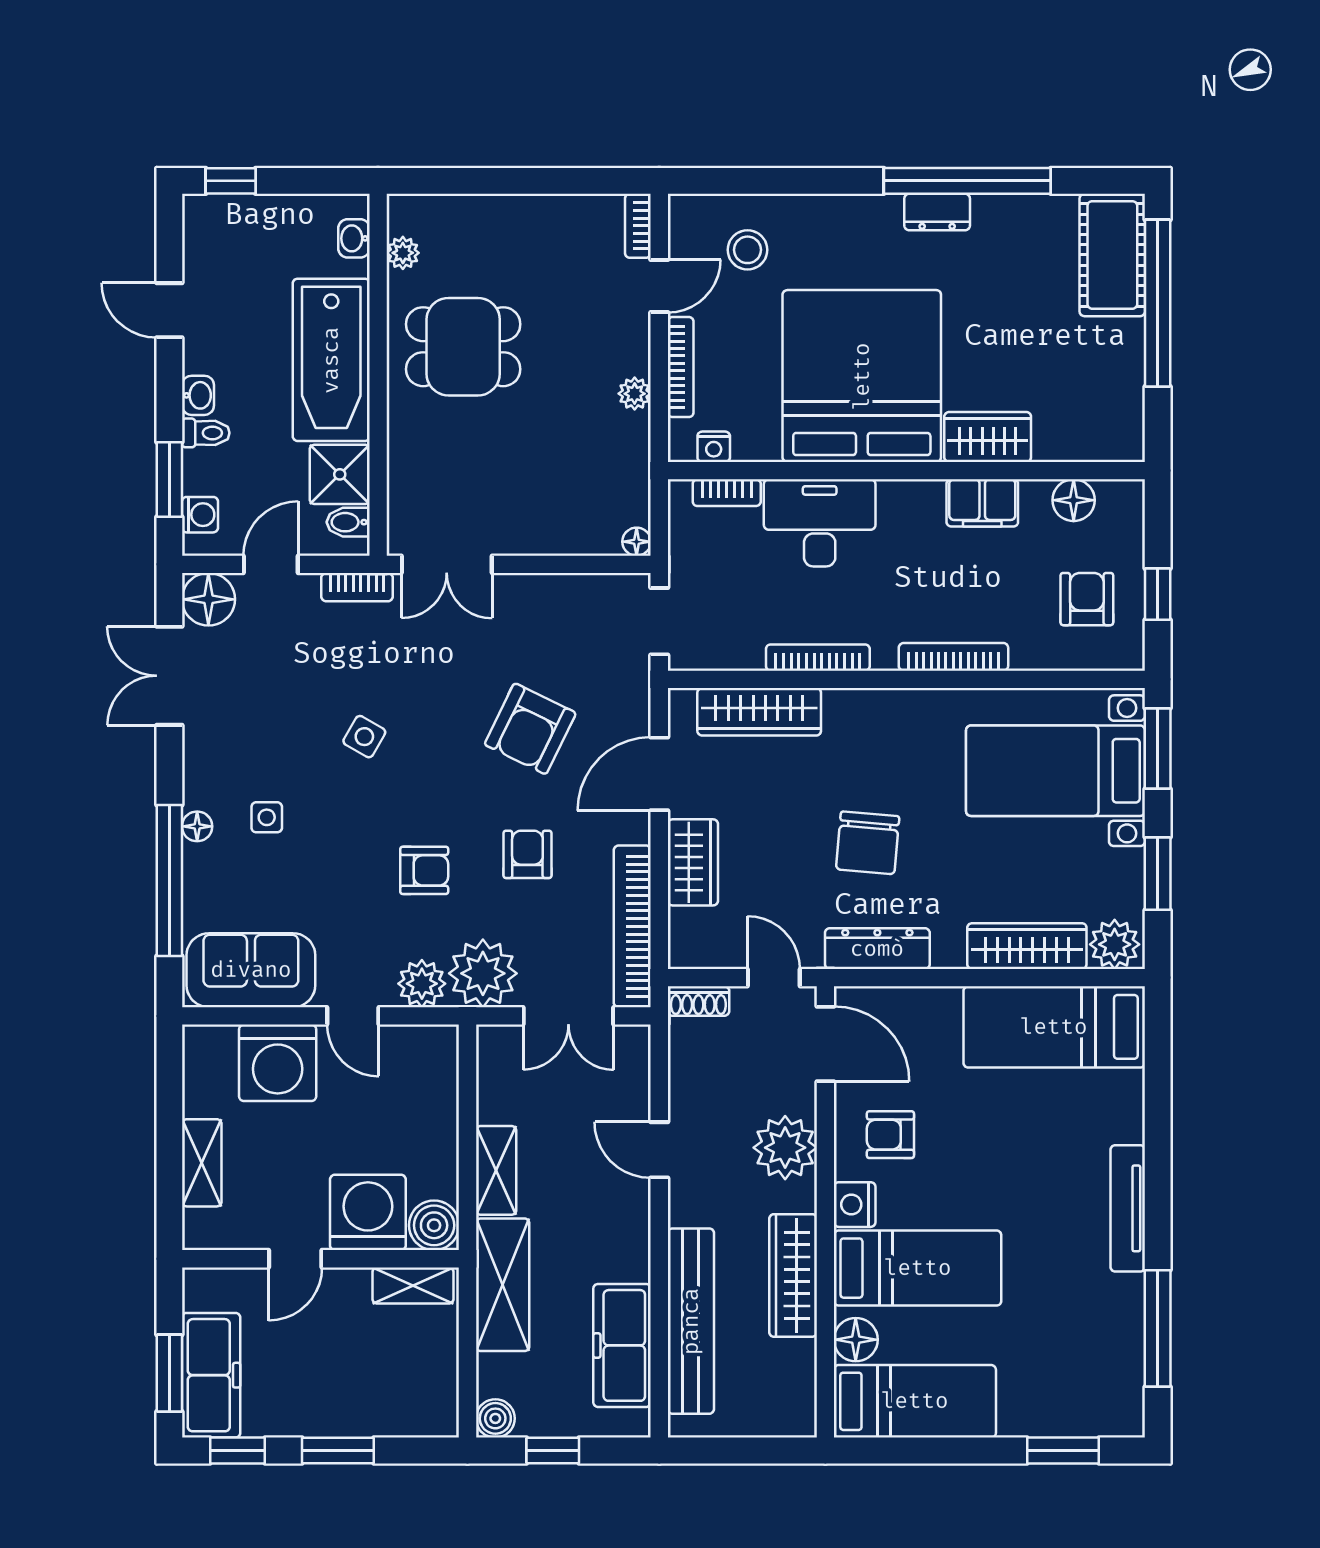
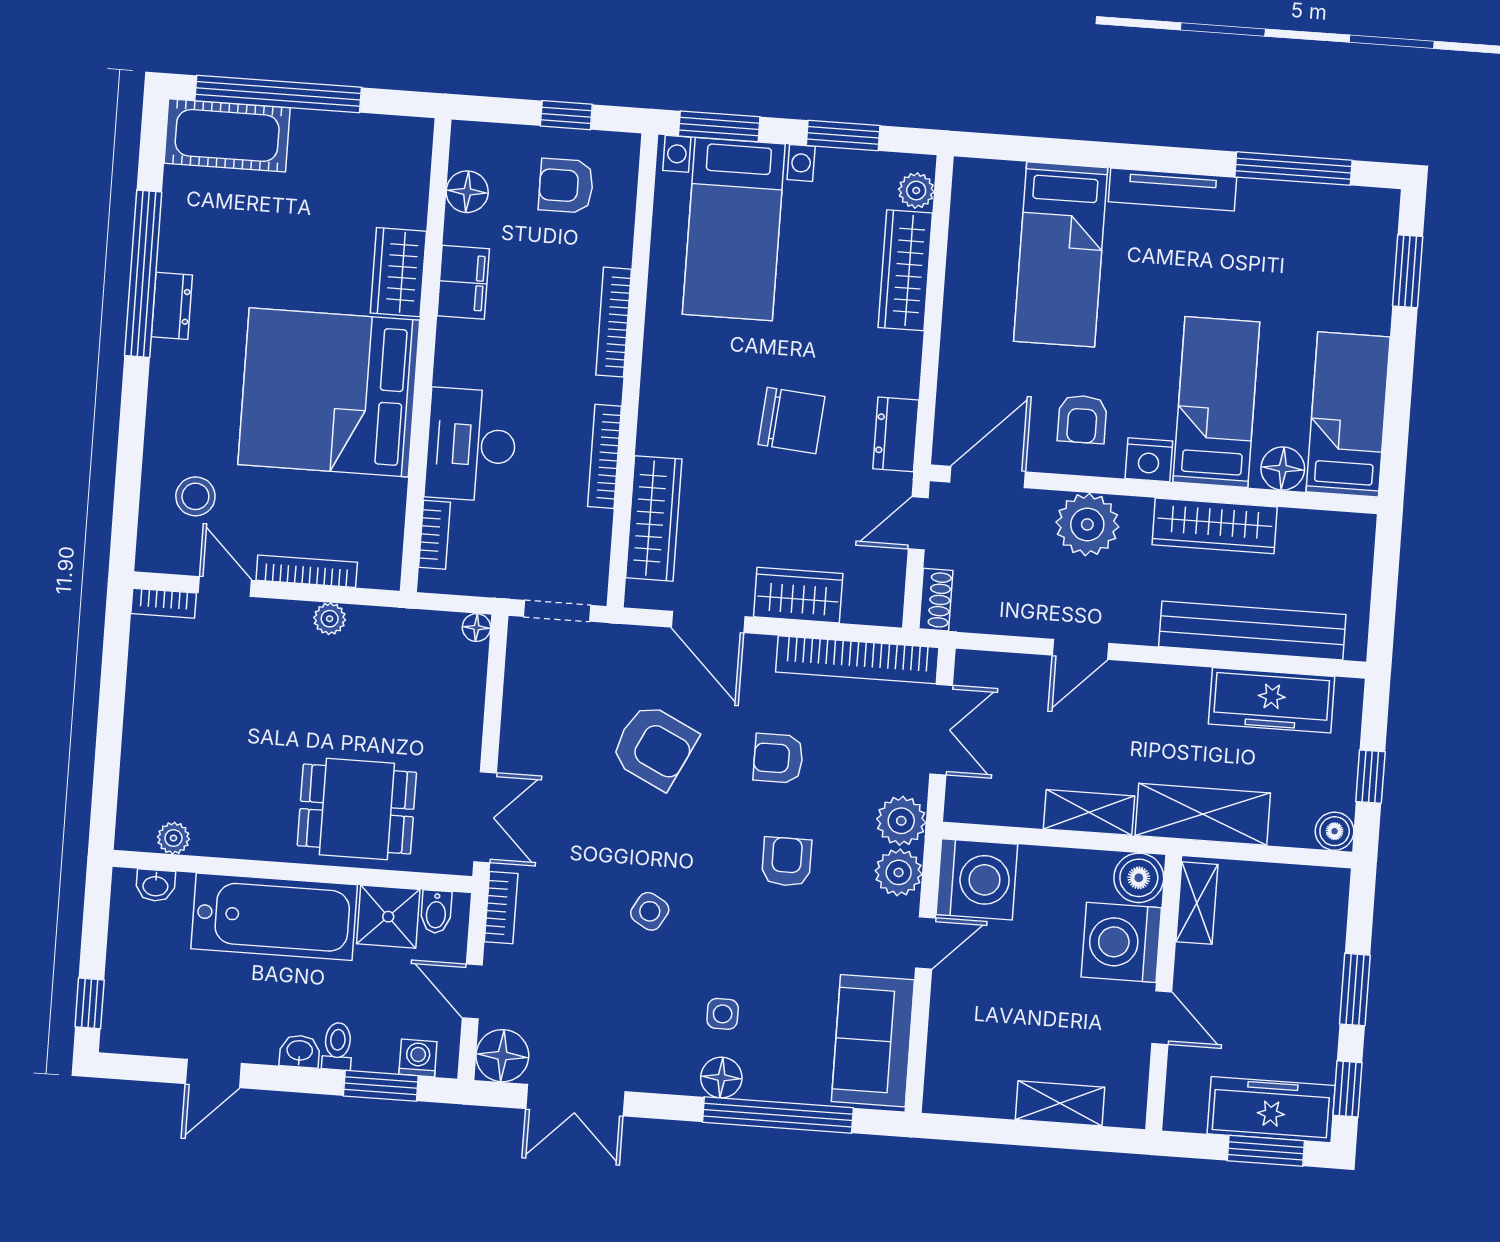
dining table: (463, 347) -> (357, 809), moved, turned 90
nightstand: (714, 447) -> (388, 544), removed
floor lamp: (197, 826) -> (721, 1078), width x1.37, depth x1.37
plant: (1115, 944) -> (916, 191), width x0.73, depth x0.73
dresser: (877, 949) -> (896, 434), width x0.70
plant: (483, 973) -> (901, 821), width x0.73, depth x0.73
bed: (1054, 1027) -> (1061, 254), moved
washing machine: (278, 1063) -> (977, 879), moved

